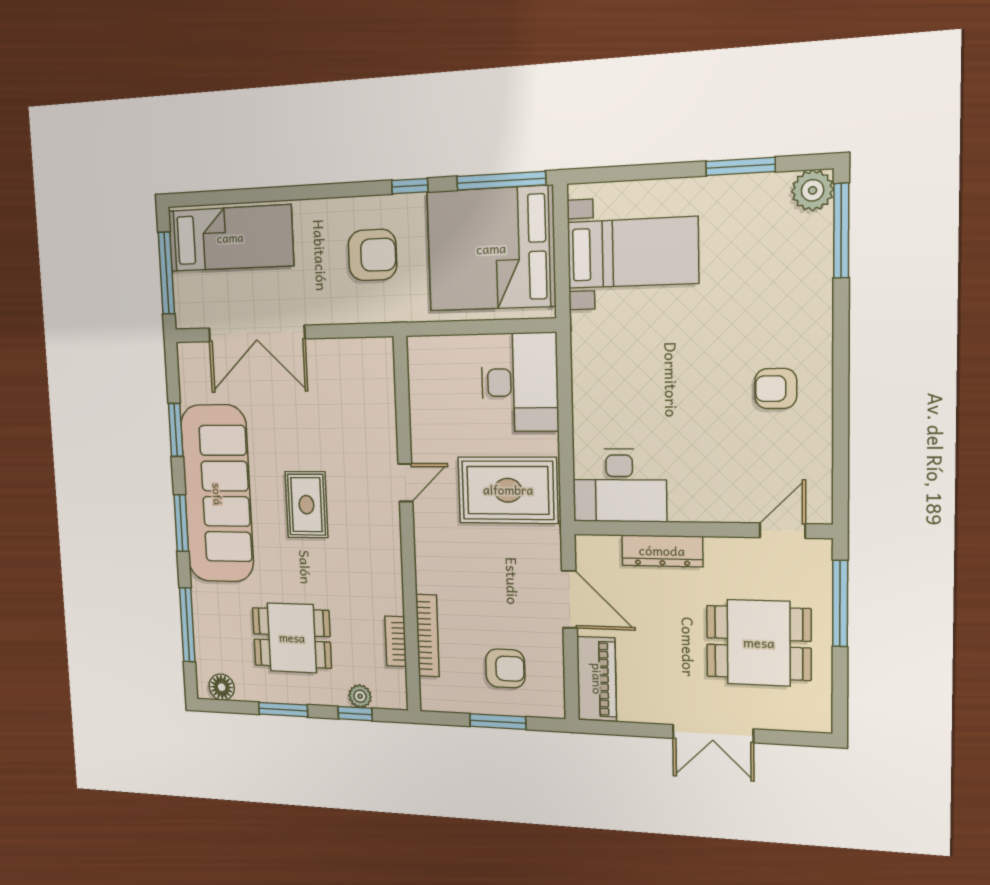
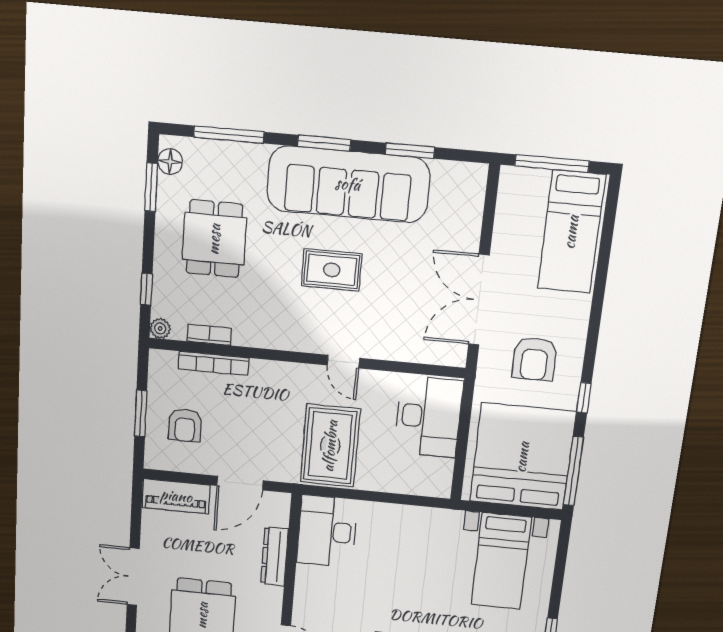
double door: (257, 333) -> (479, 300), moved
desk: (520, 382) -> (429, 417), moved, turned -90
plant: (360, 696) -> (160, 328), moved
window: (283, 710) -> (151, 187), moved

